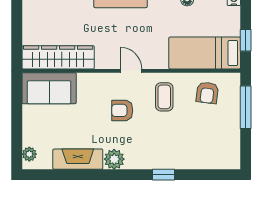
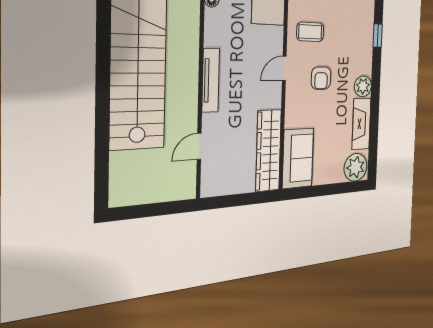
plant: (29, 154) -> (356, 167), width x1.88, depth x1.88

